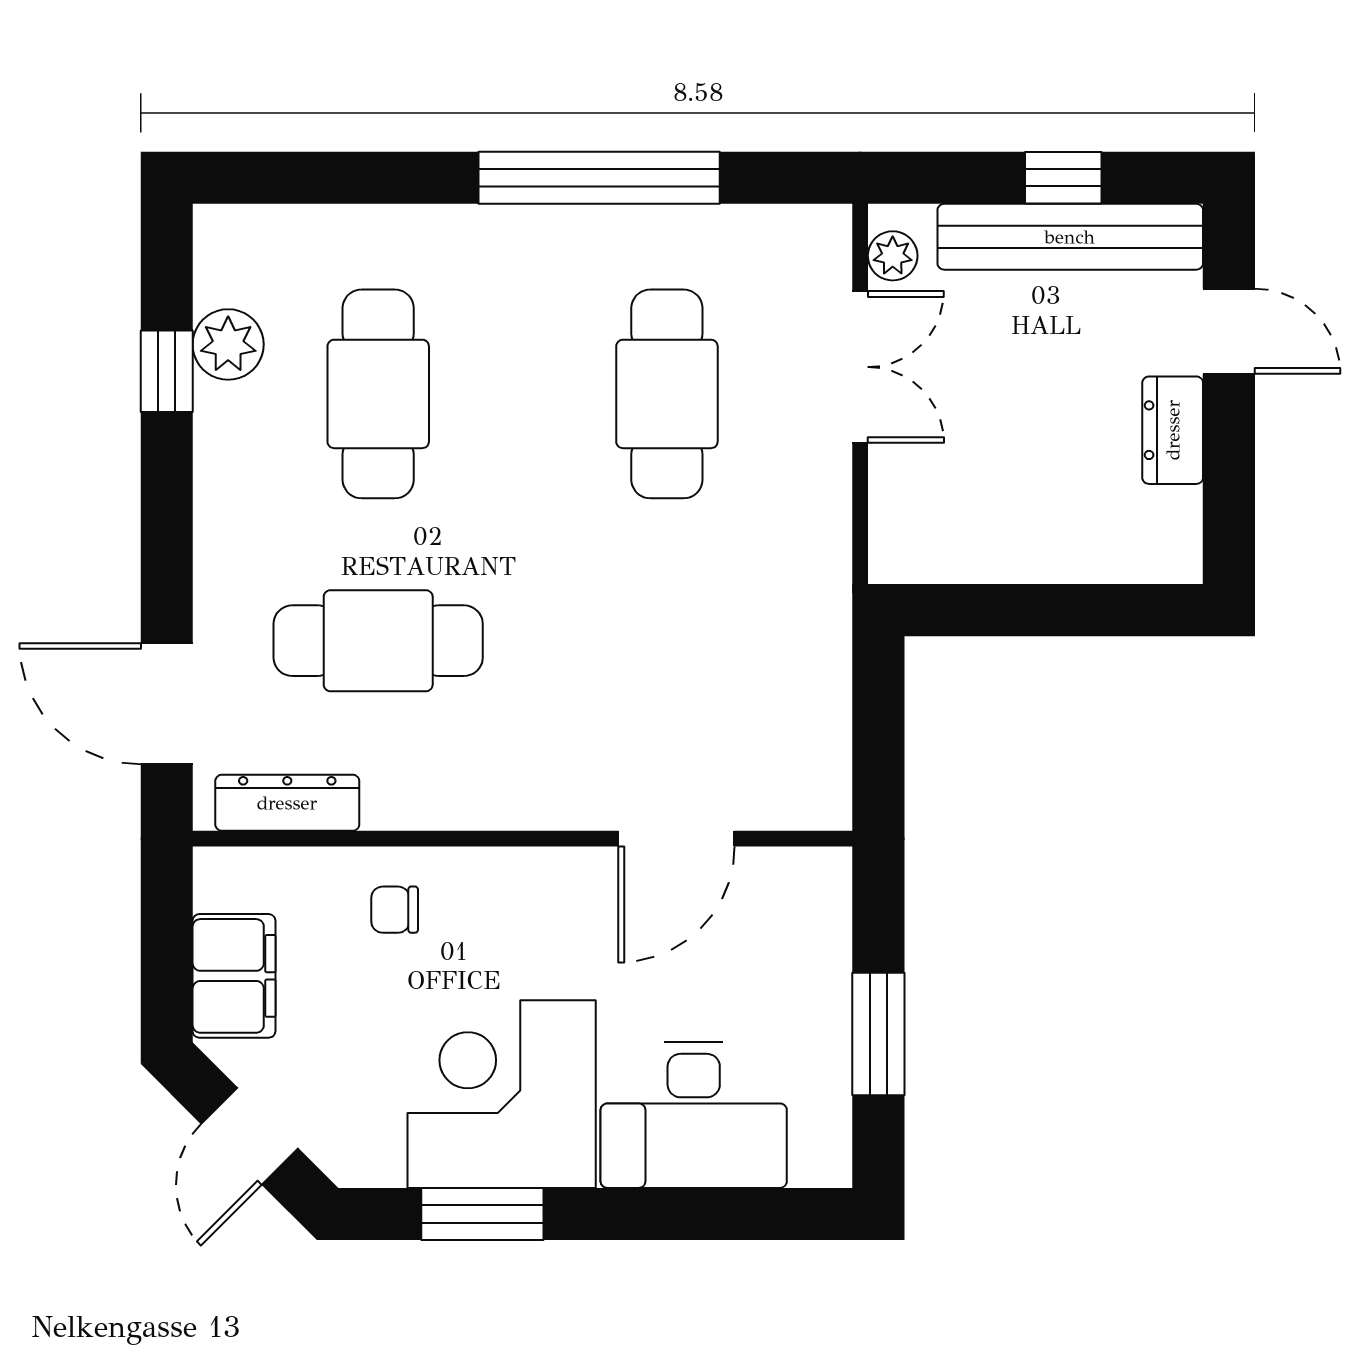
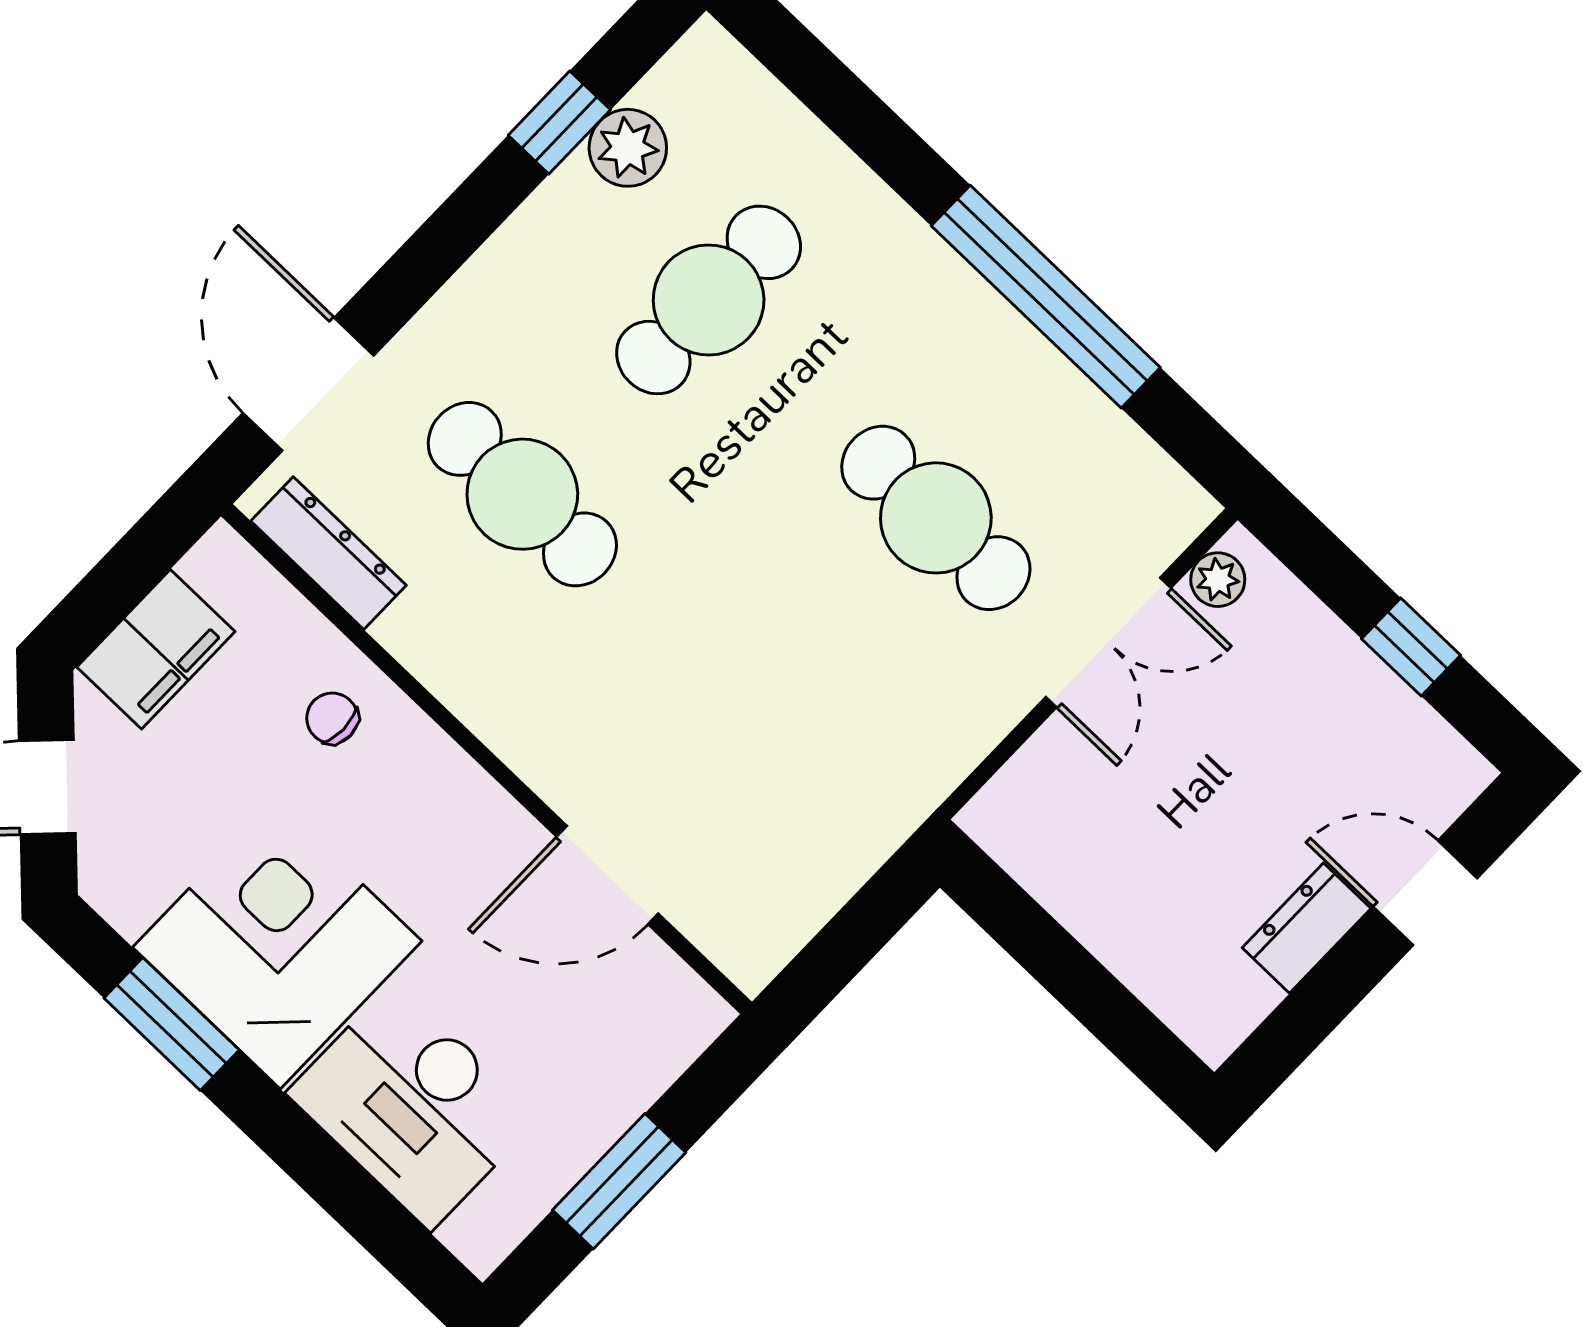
bench: (1070, 237) -> (1372, 699), removed
door: (1229, 331) -> (1426, 893), swing flipped
cafe table: (667, 394) -> (936, 518), turned 90

